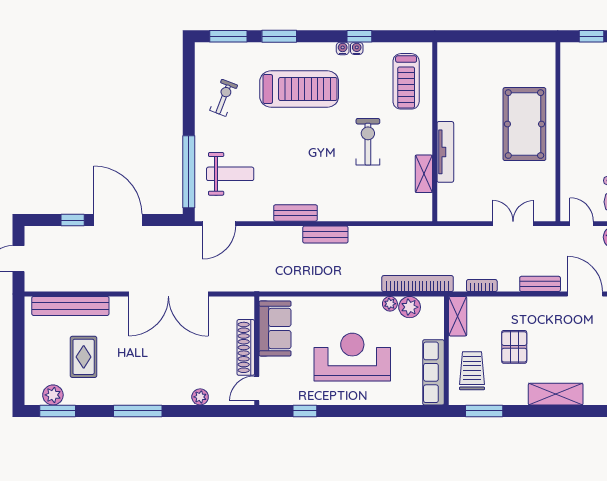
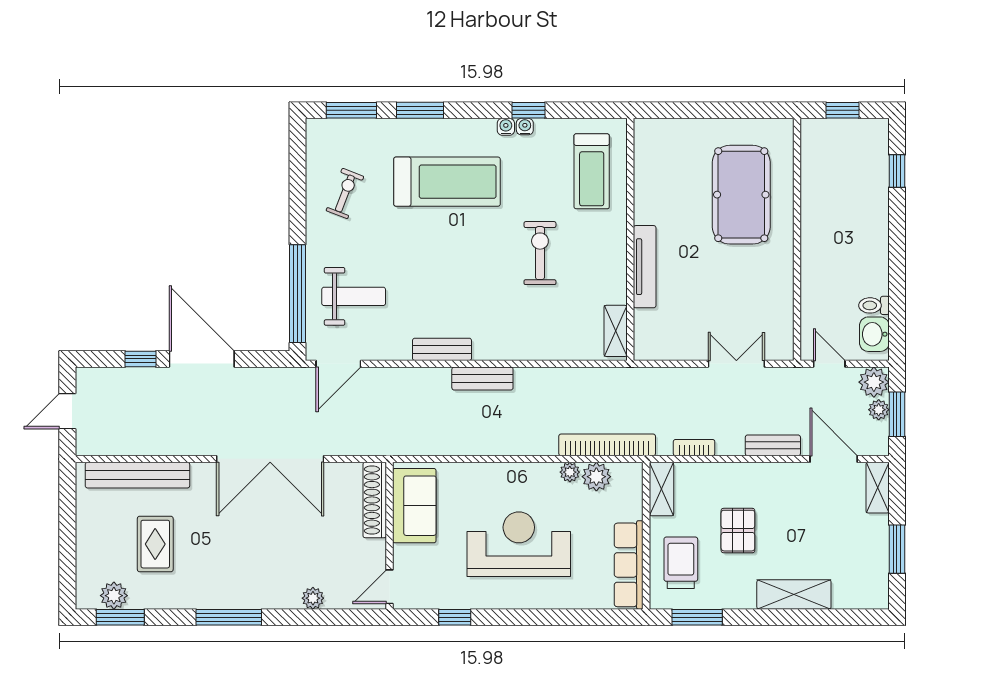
pool table: (524, 124) -> (741, 195), moved
shelving: (424, 174) -> (616, 331), moved
shoe rack: (246, 347) -> (375, 500), moved

